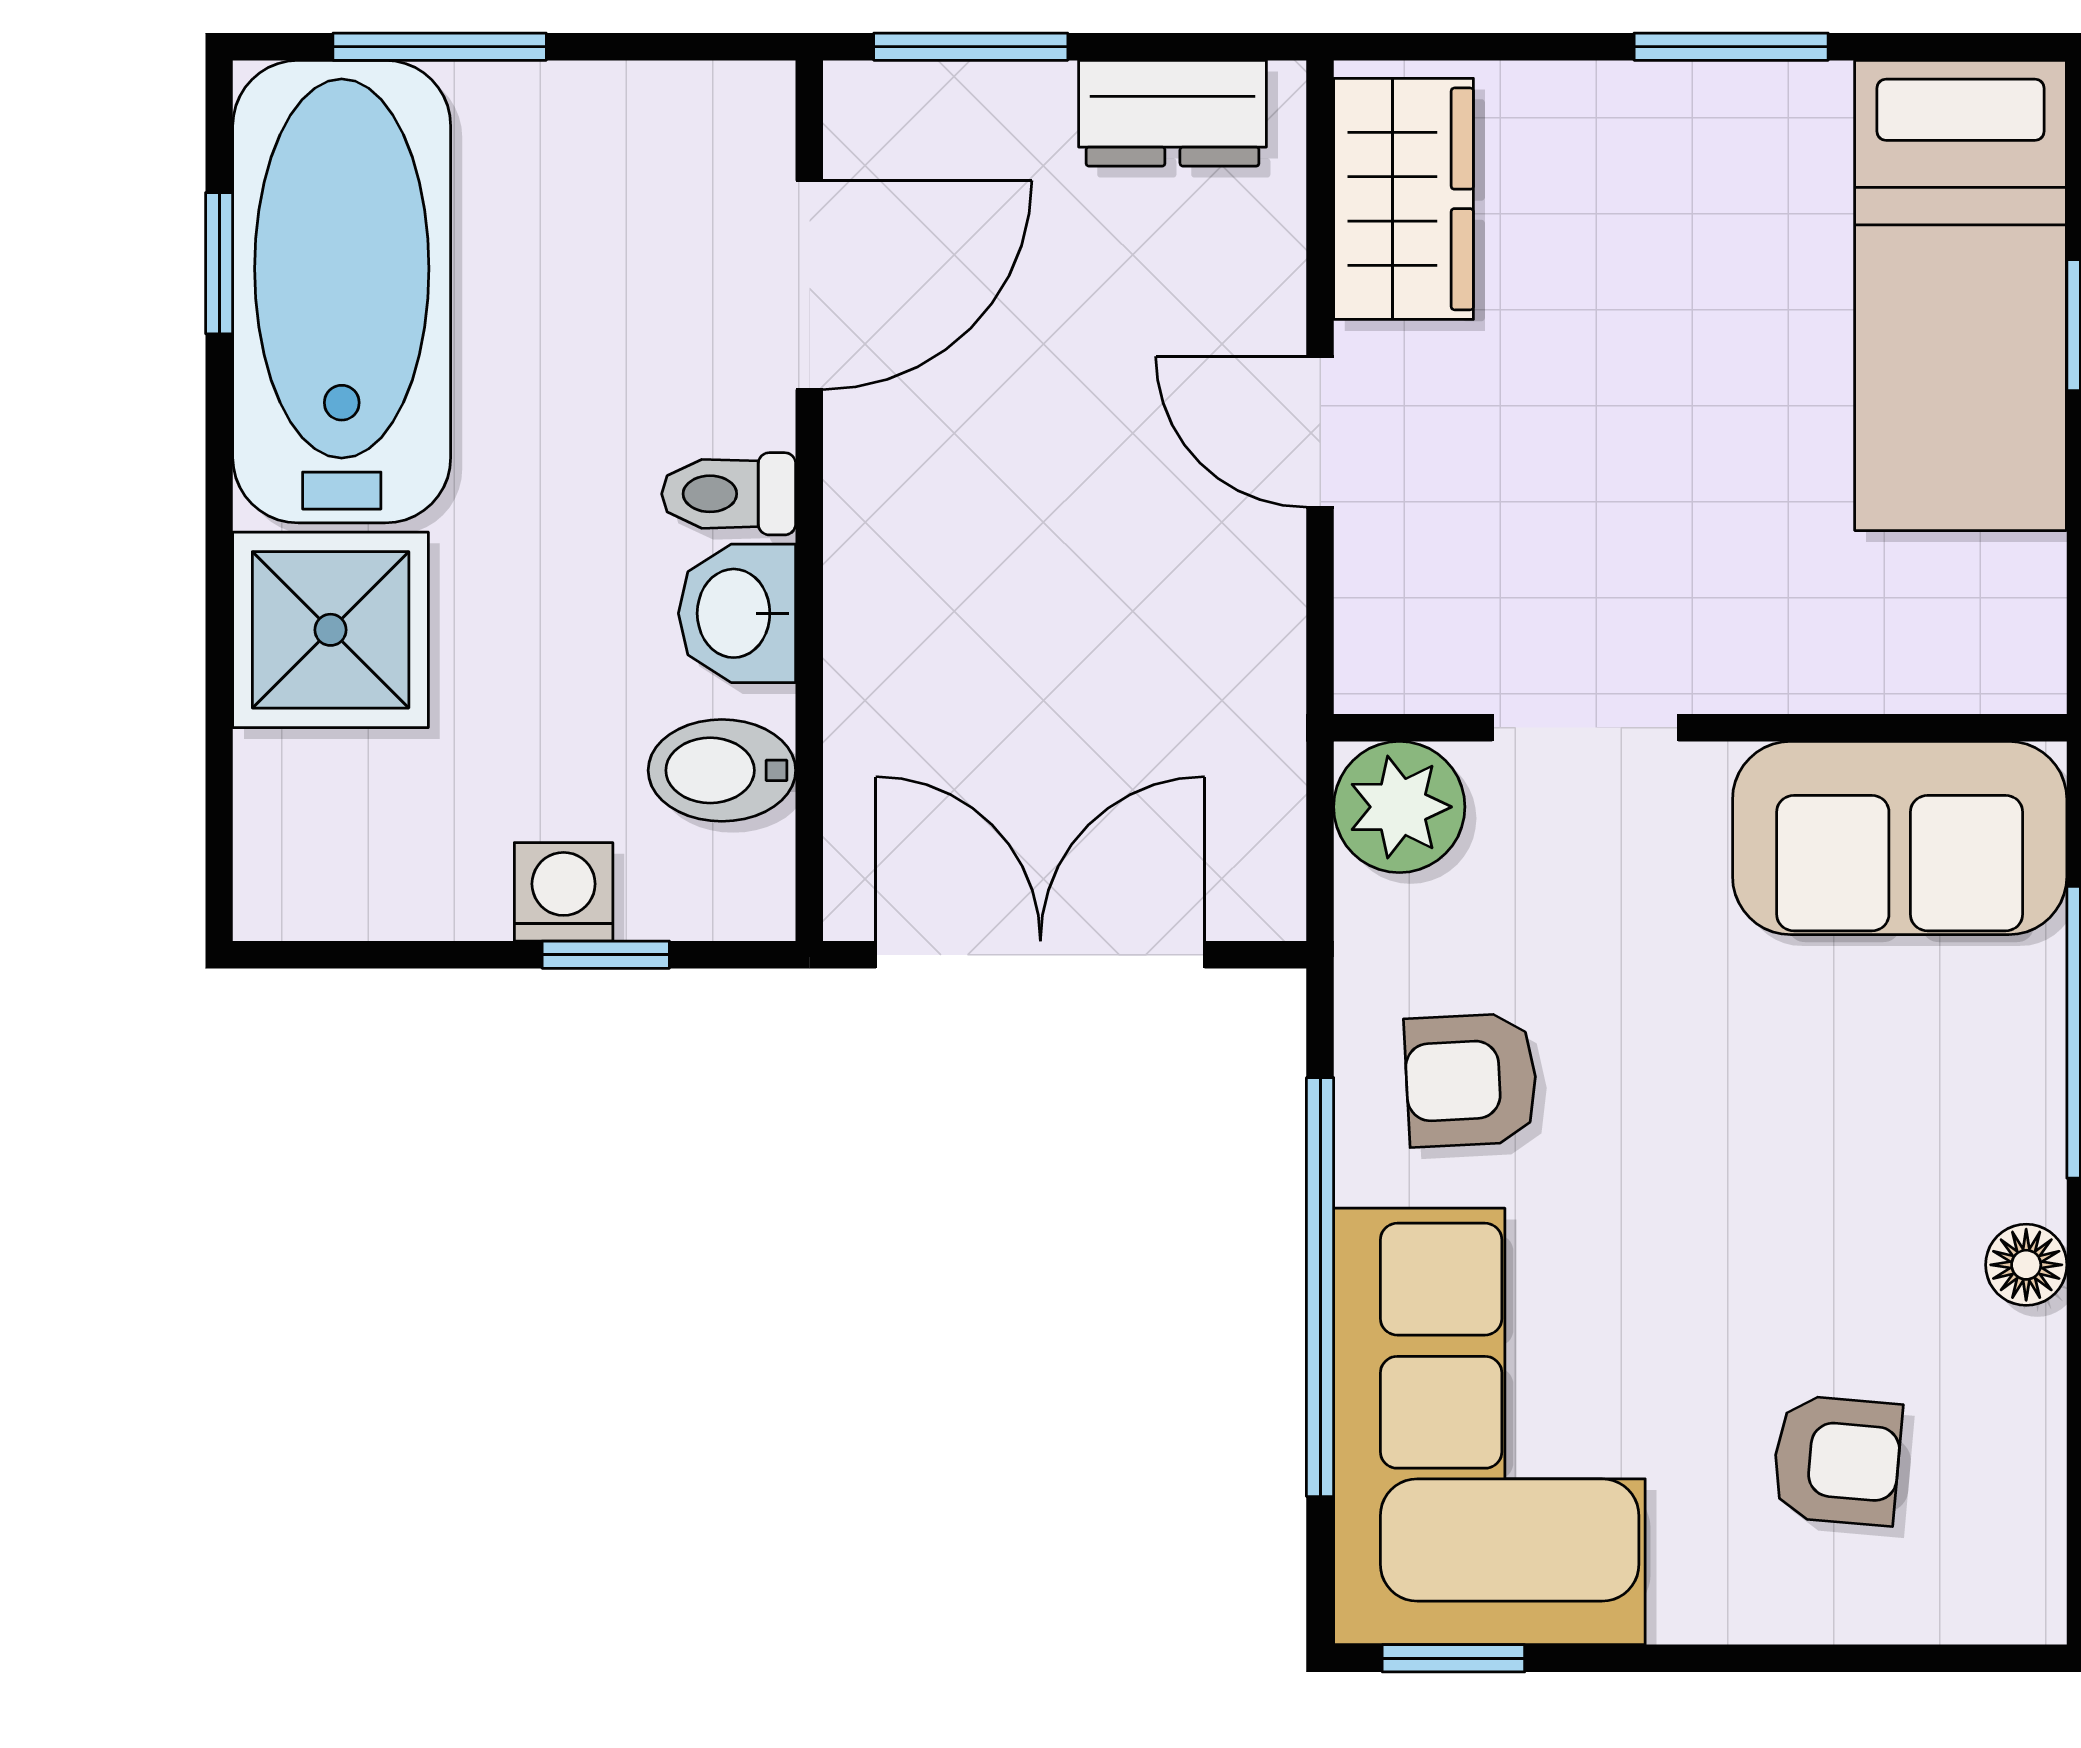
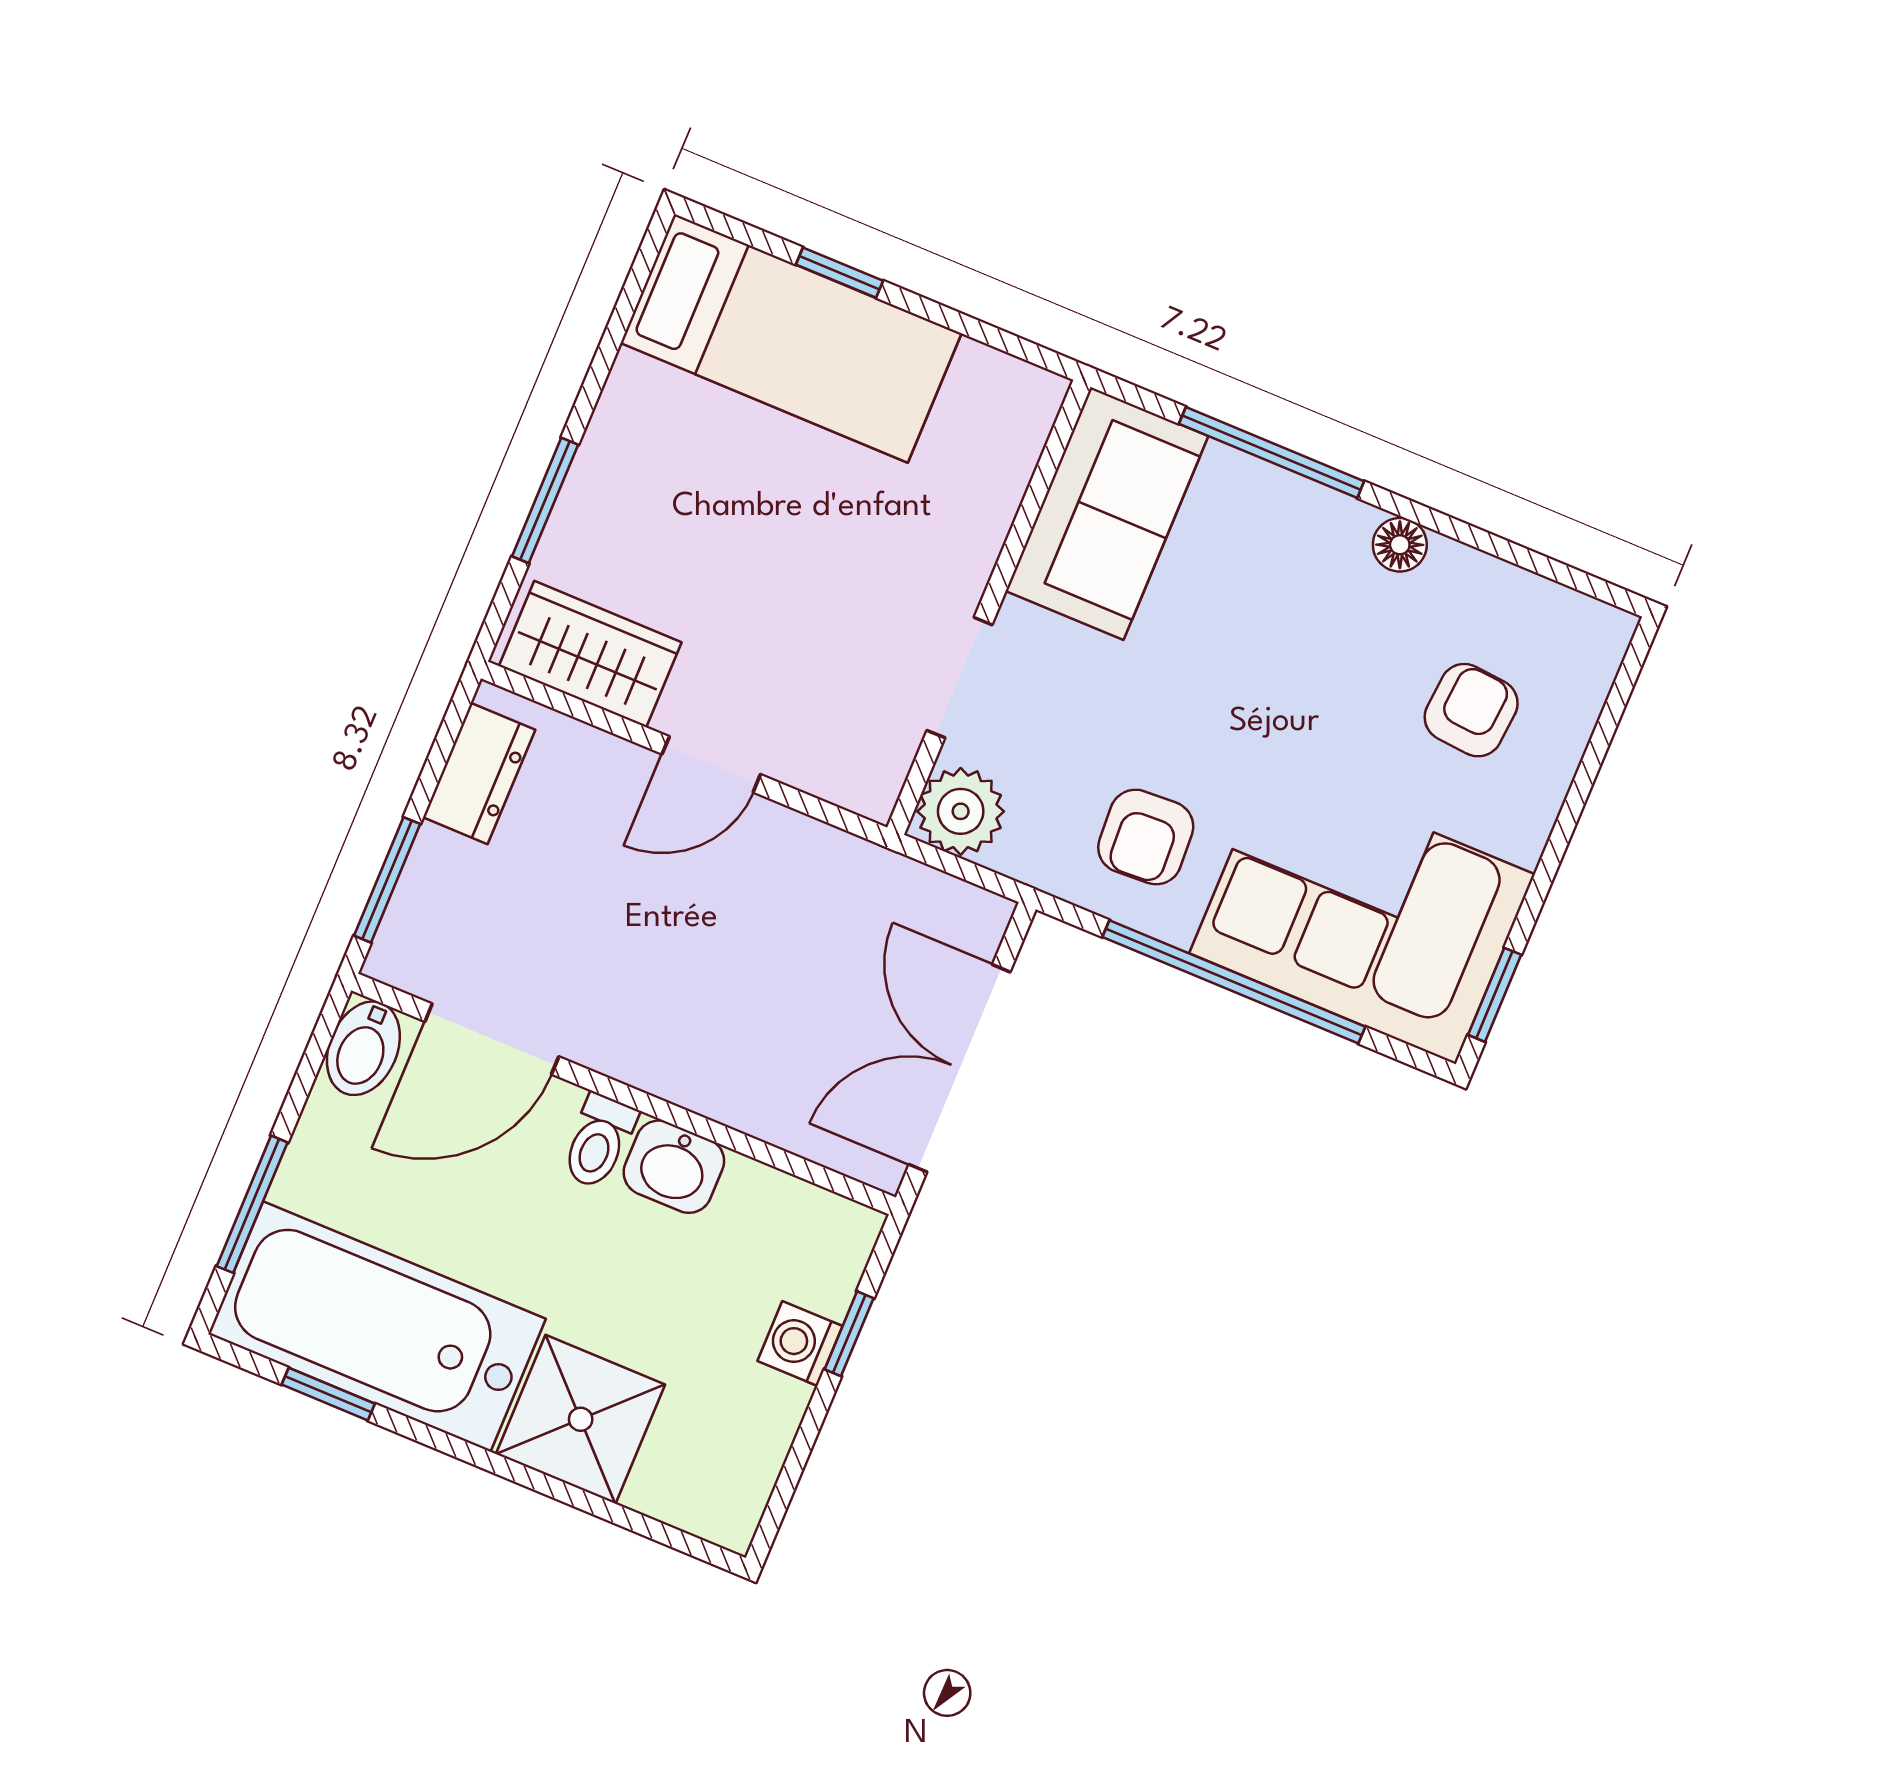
window: (1731, 47) -> (545, 500), moved
door: (809, 285) -> (492, 1039), swing flipped
bidet: (722, 770) -> (363, 1048), moved

